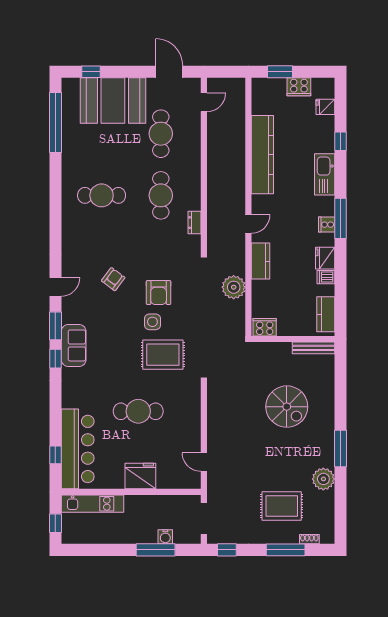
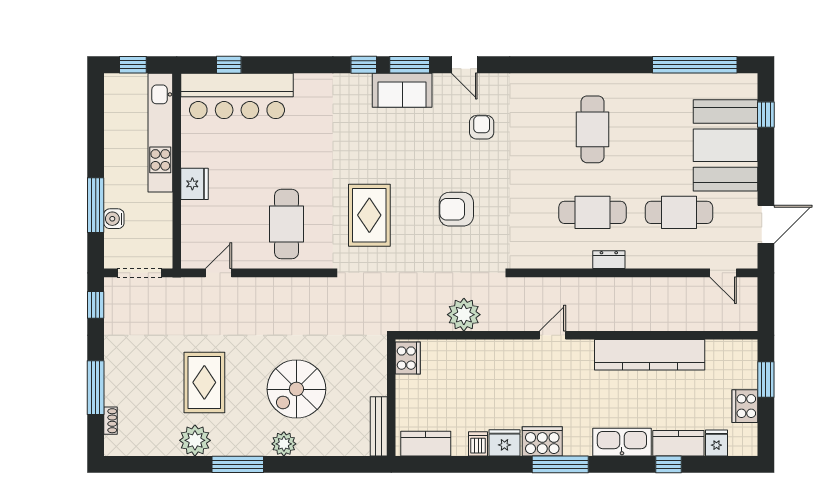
dresser: (195, 223) -> (609, 260), moved
door: (248, 224) -> (553, 335), swing flipped
cooker: (327, 225) -> (542, 441), width x1.87, depth x1.31
kitchen counter: (261, 261) -> (678, 443), moved, turned 180
armchair: (113, 279) -> (482, 127), moved, turned -127
side table: (152, 322) -> (415, 201), removed
sofa: (74, 345) -> (402, 90), moved
cafe table: (138, 411) -> (287, 224), moved
plant: (326, 416) -> (284, 444), added
fridge: (140, 476) -> (195, 184), width x0.73, depth x0.75
kitchen unit: (92, 504) -> (160, 133), width x1.36
rug: (282, 506) -> (204, 382), moved

